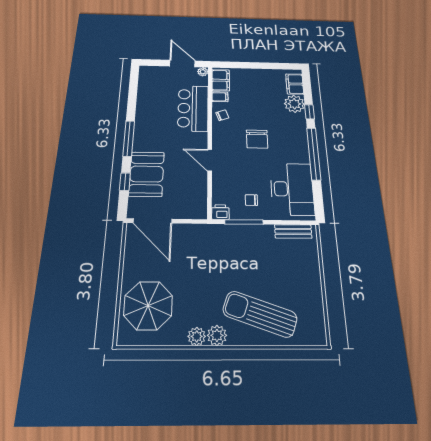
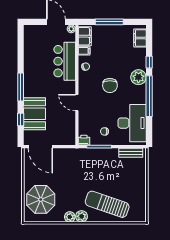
window: (253, 65) -> (109, 22), added
plant: (294, 104) -> (138, 77), moved

